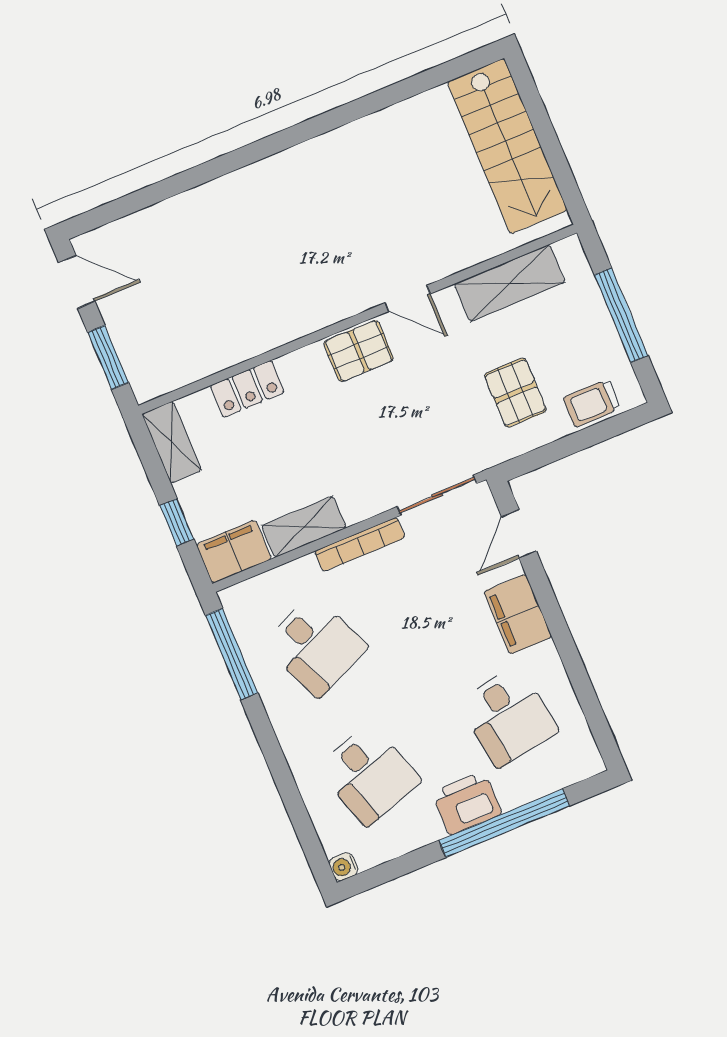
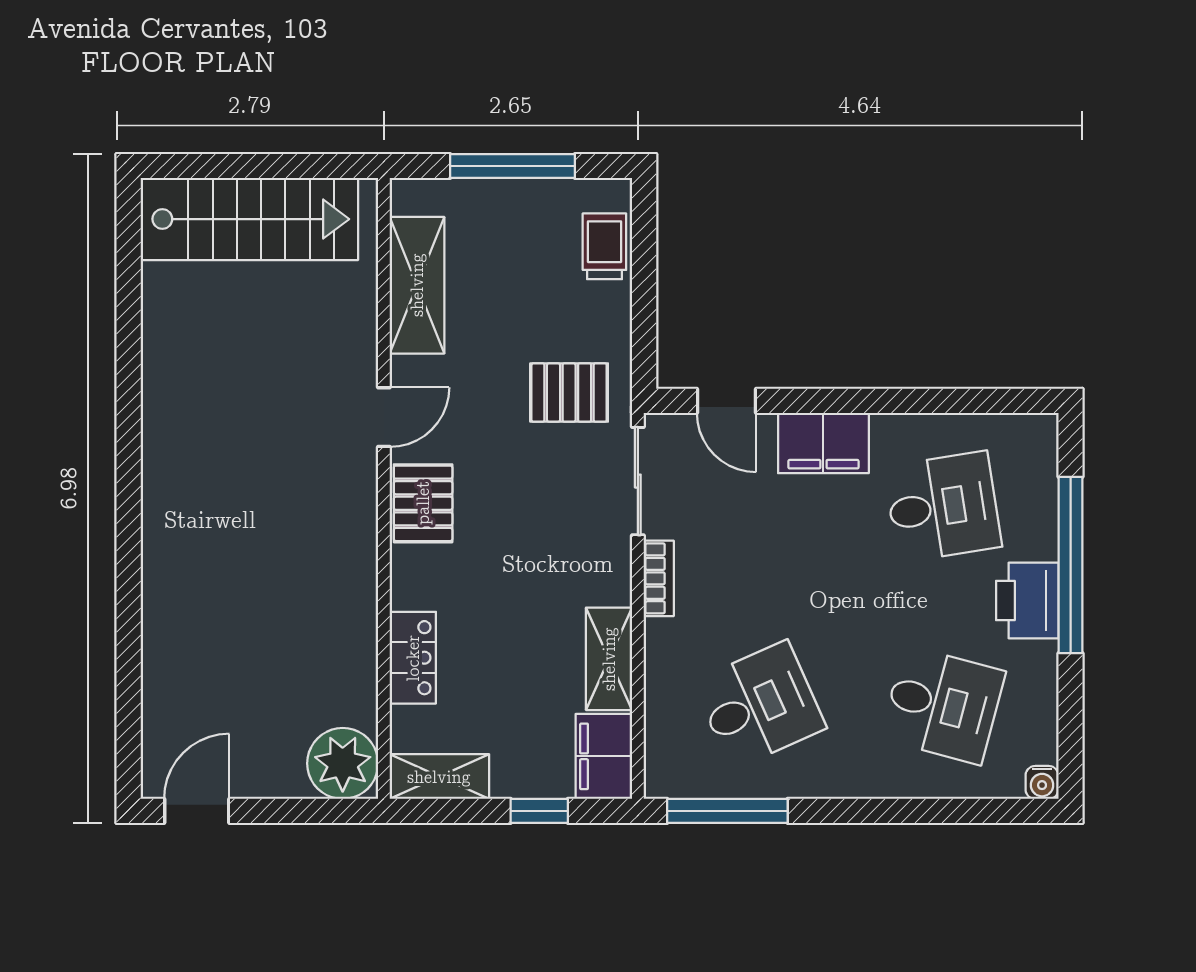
window: (108, 357) -> (304, 811), removed
plant: (153, 371) -> (343, 763), added
pallet: (515, 393) -> (569, 393), moved
trolley: (592, 403) -> (604, 246), turned 180
bookcase: (360, 544) -> (659, 578), width x0.64
desk: (369, 774) -> (943, 705), turned 33

